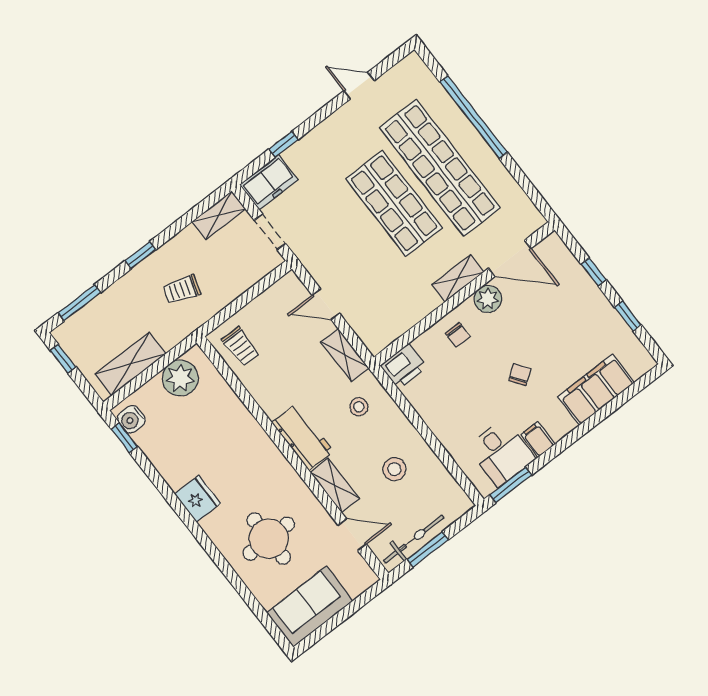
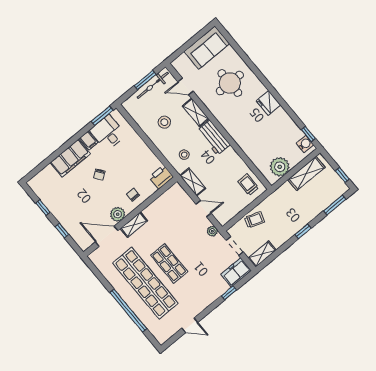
shop shelf: (394, 203) -> (169, 263), width x0.70, depth x0.74
plant: (311, 261) -> (212, 231), added
trolley: (182, 289) -> (255, 220), moved
filing cabinet: (596, 390) -> (70, 158), moved

